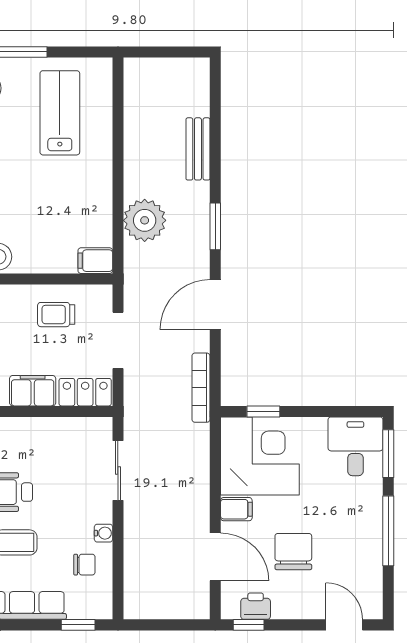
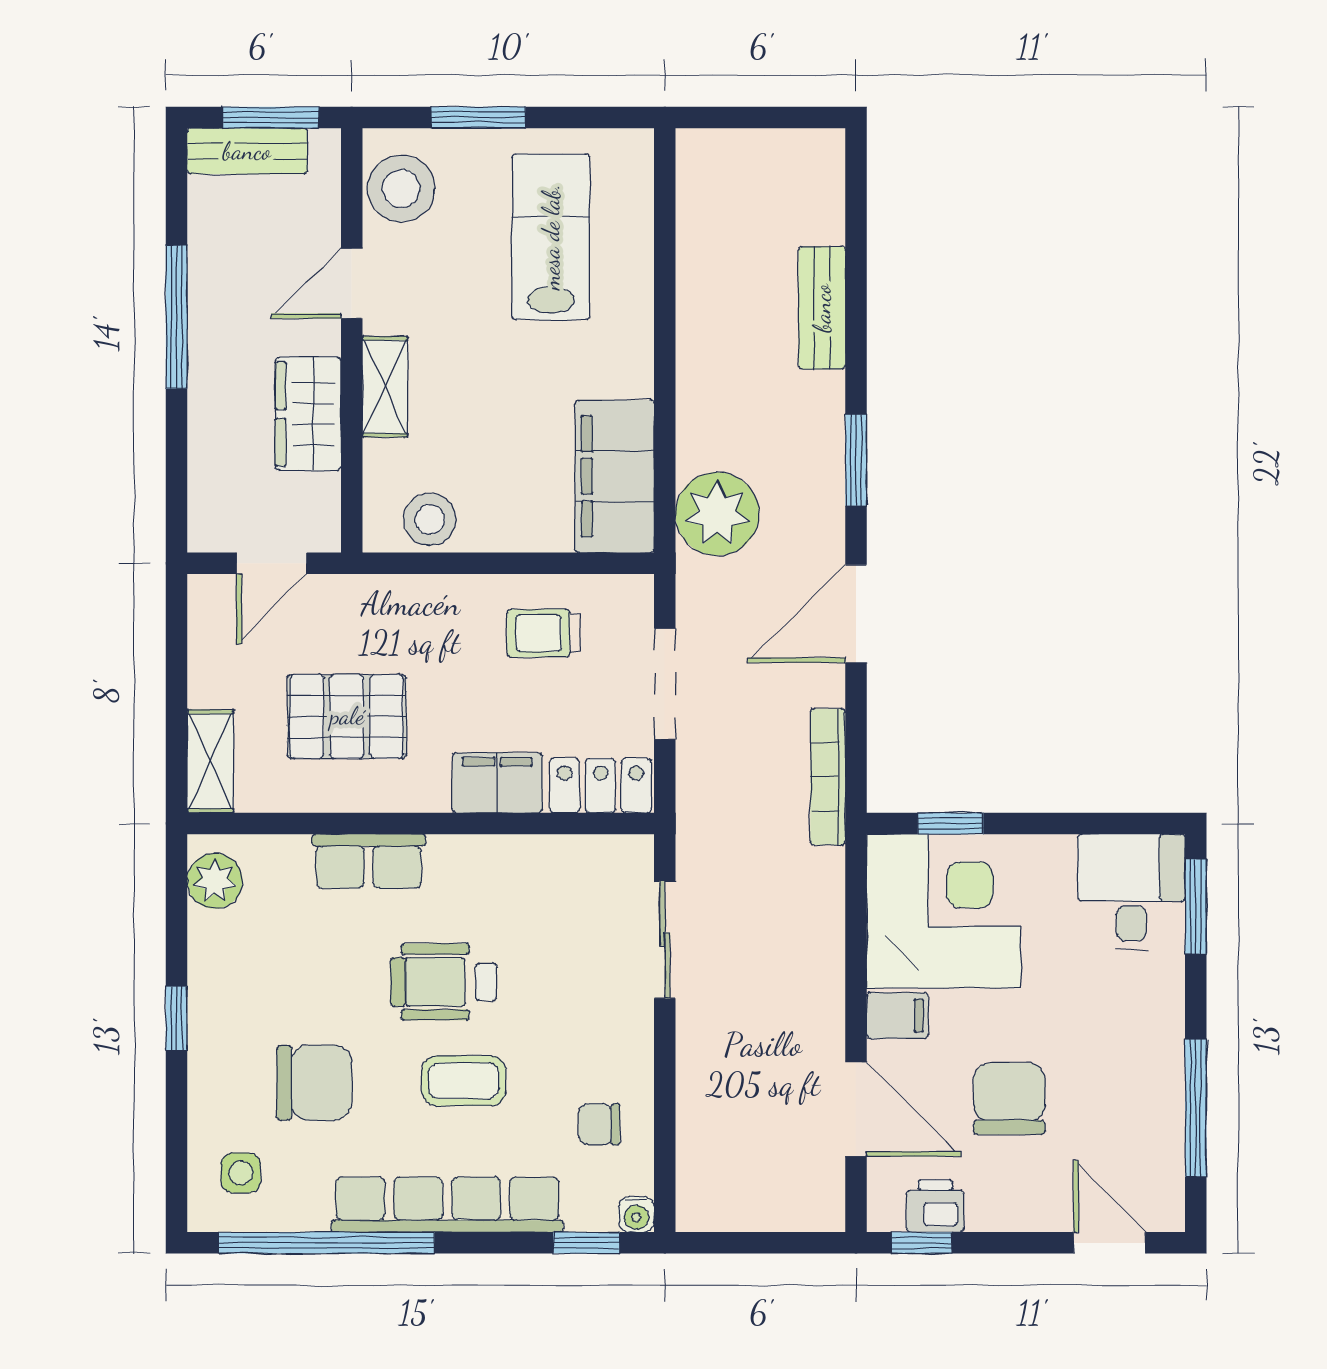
plant: (145, 220) -> (717, 514), moved
filing cabinet: (95, 261) -> (615, 476), width x3.00, depth x1.17
window: (388, 531) -> (1196, 1108), moved
water cooler: (104, 533) -> (636, 1214), moved, turned 90
chair: (84, 565) -> (599, 1124), turned 180

